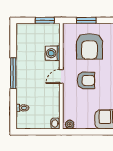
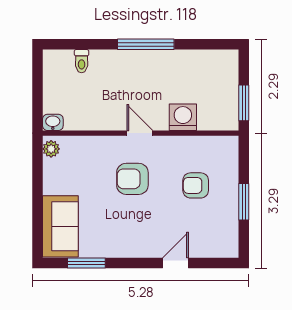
window: (86, 20) -> (244, 202), moved
armchair: (89, 46) -> (196, 185), width x0.53, depth x0.53
armchair: (86, 80) -> (132, 179), turned 90

